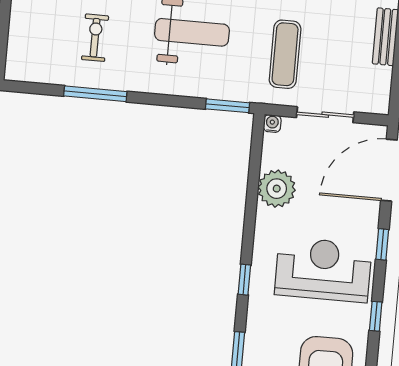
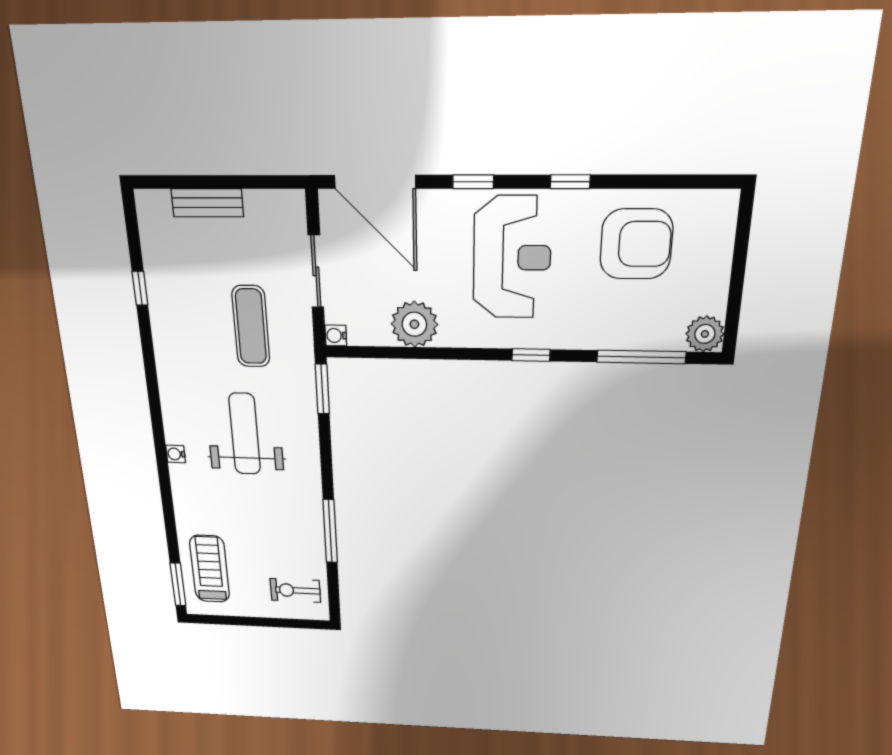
exercise bike: (95, 38) -> (295, 590), moved
exercise mat: (285, 54) -> (251, 326), turned 90
reception desk: (323, 270) -> (512, 258), turned 180

